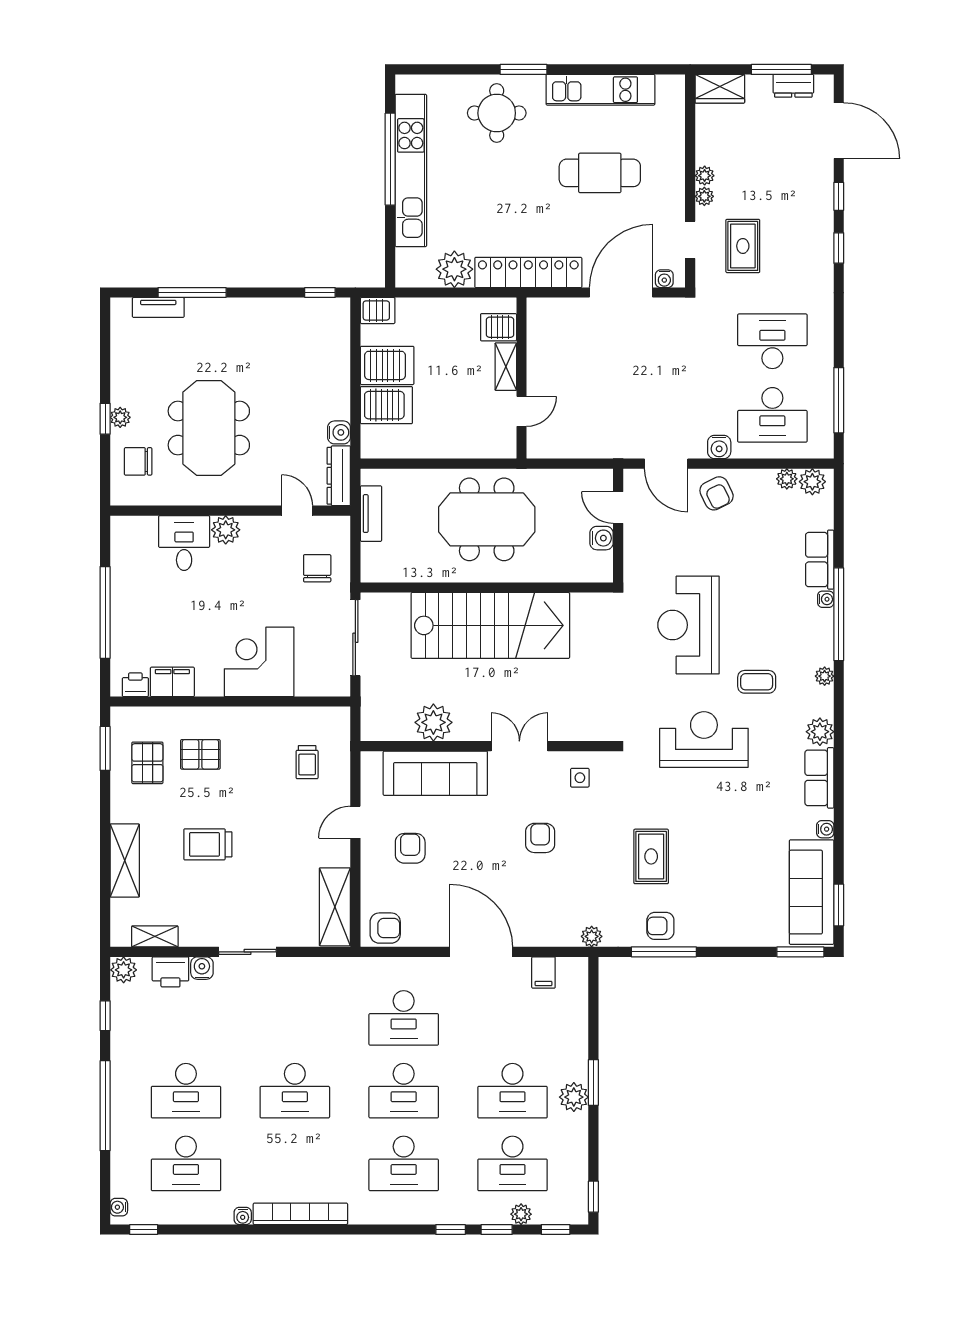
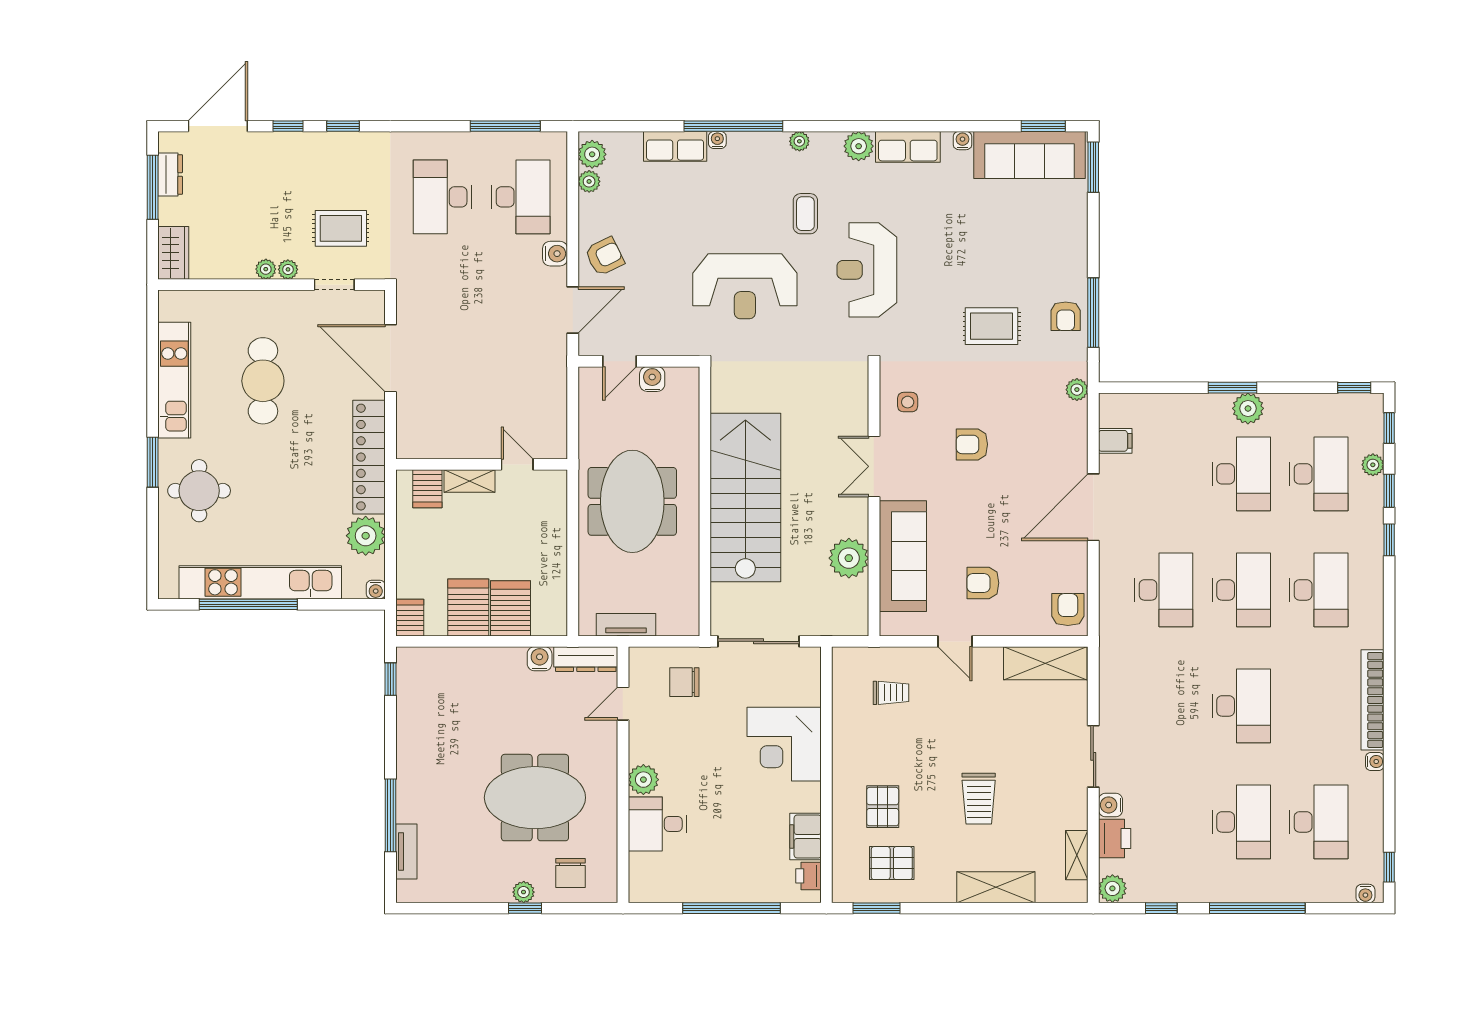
water cooler: (664, 279) -> (376, 590), moved, turned 90

